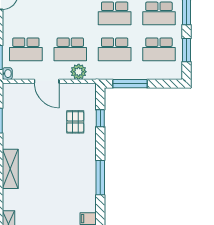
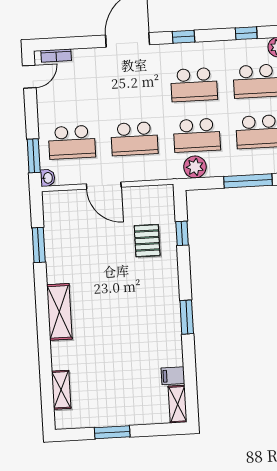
plant: (79, 72) -> (195, 167), moved
window: (130, 84) -> (248, 181), moved
window: (100, 178) -> (187, 317), width x0.69

